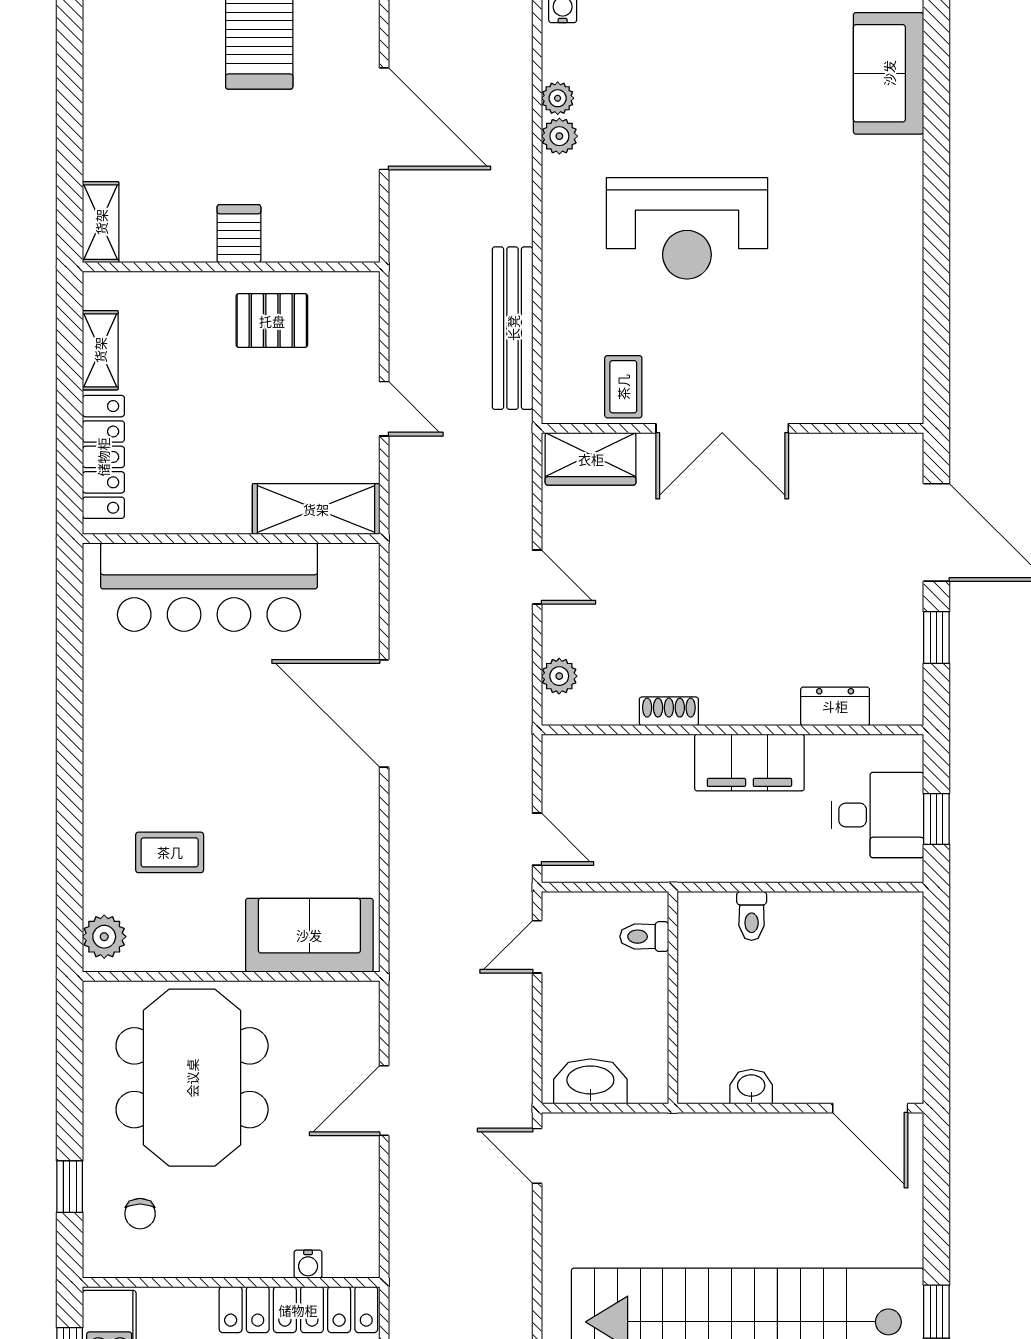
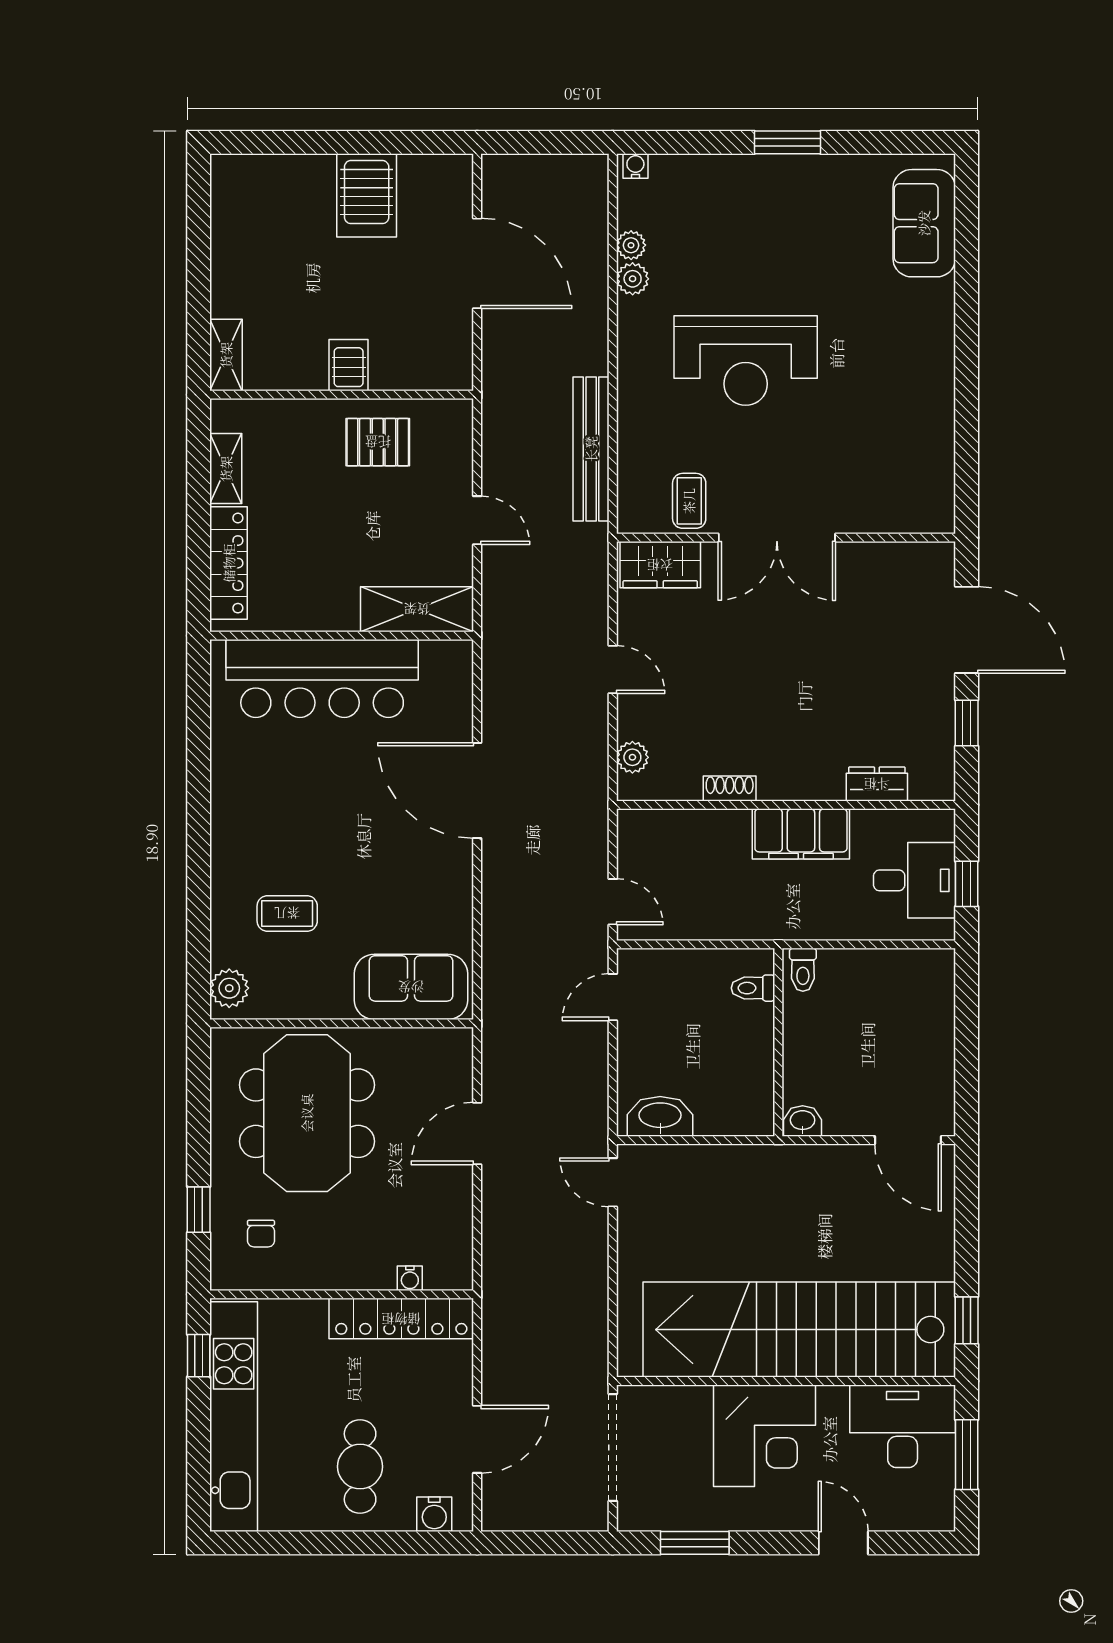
toilet: (644, 937) -> (753, 988), moved
wall: (673, 998) -> (778, 1042), moved

